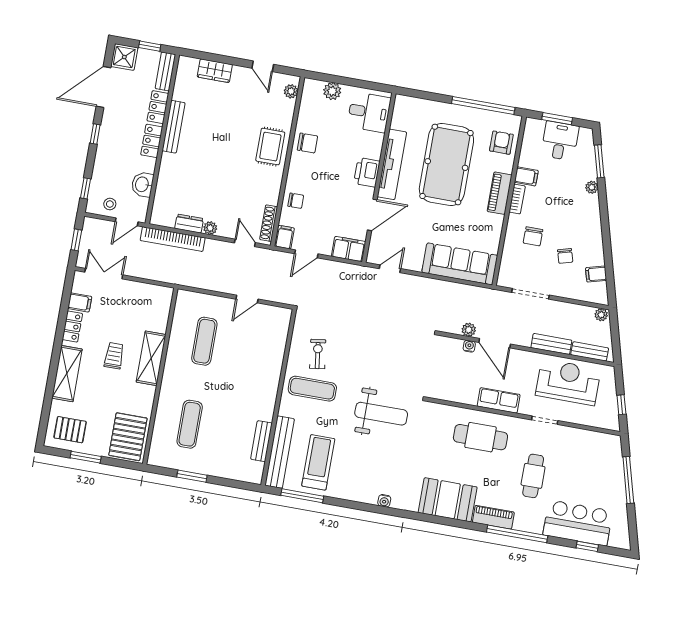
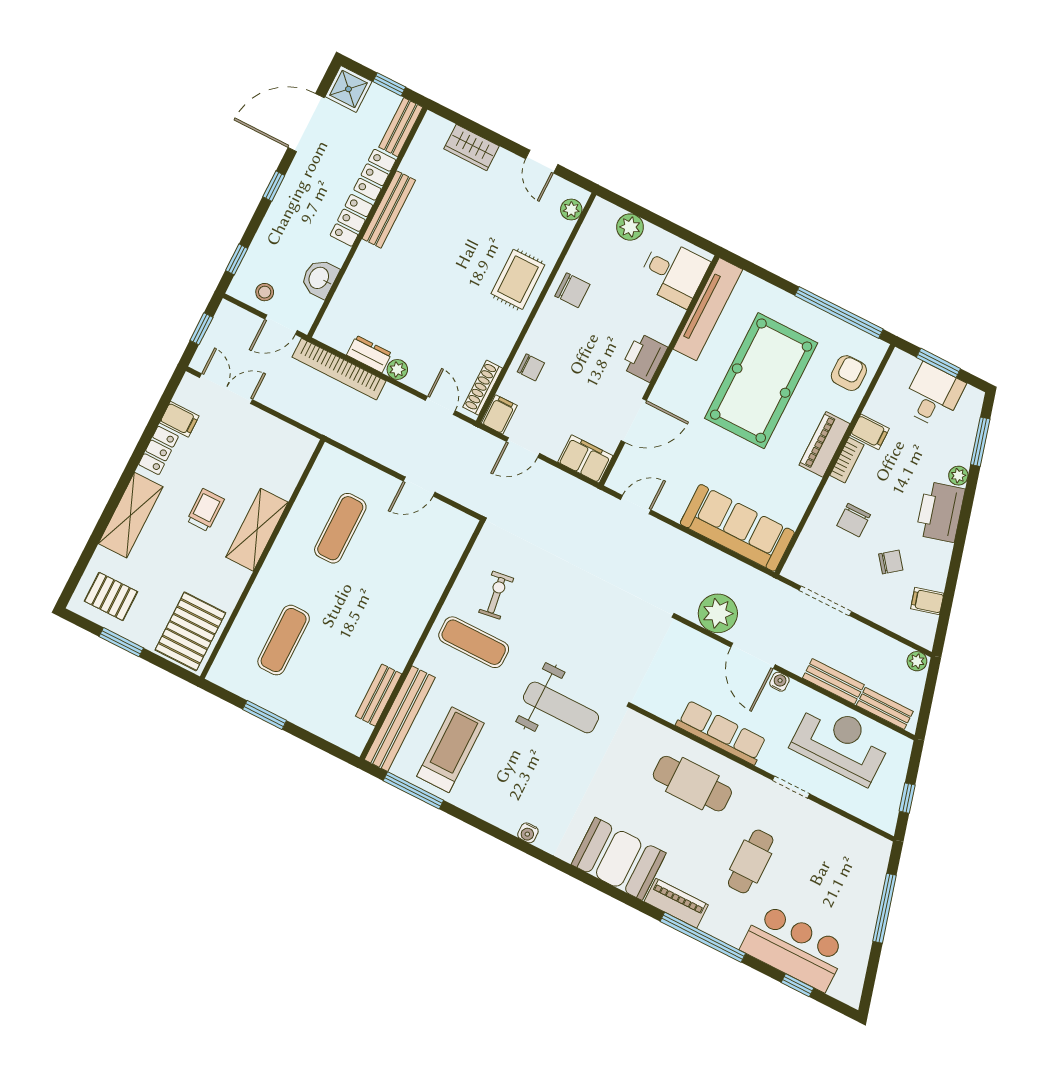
tv unit: (392, 164) -> (708, 309), moved
printer: (587, 214) -> (940, 512), added
chair: (565, 256) -> (891, 562), turned -112
plant: (469, 330) -> (718, 613), width x1.87, depth x1.87
water cooler: (469, 346) -> (779, 682), moved
row of seats: (499, 400) -> (721, 733), width x1.48

